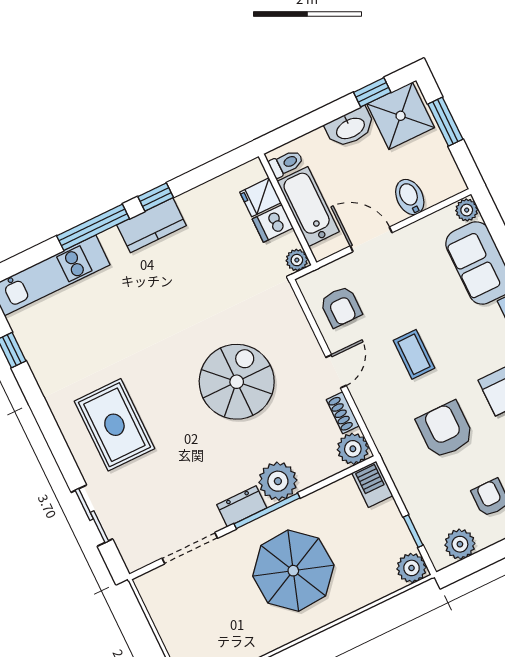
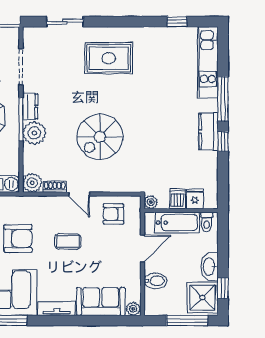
window: (445, 122) -> (187, 321), width x1.44
spiral stairs: (237, 382) -> (100, 137), turned 90

